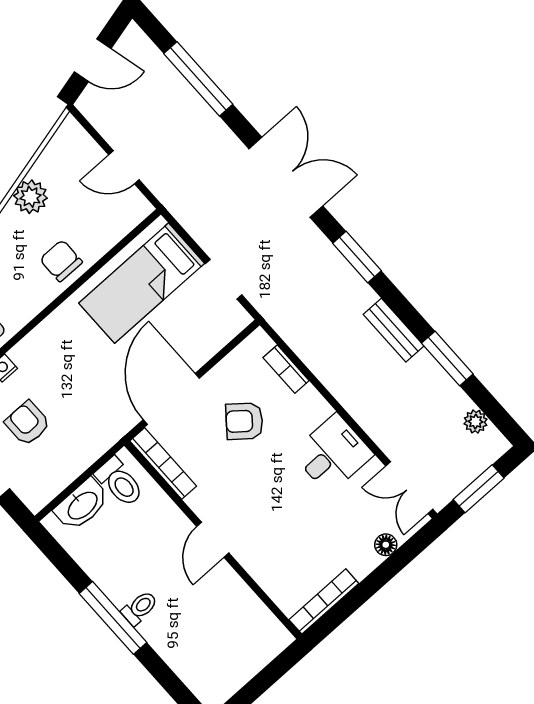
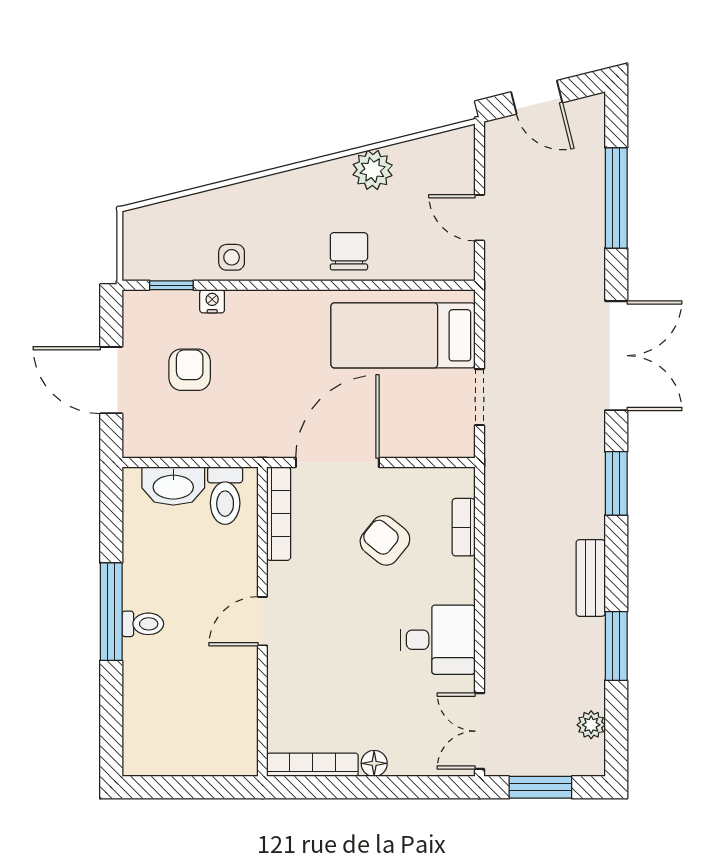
floor lamp: (386, 545) -> (374, 763), moved

